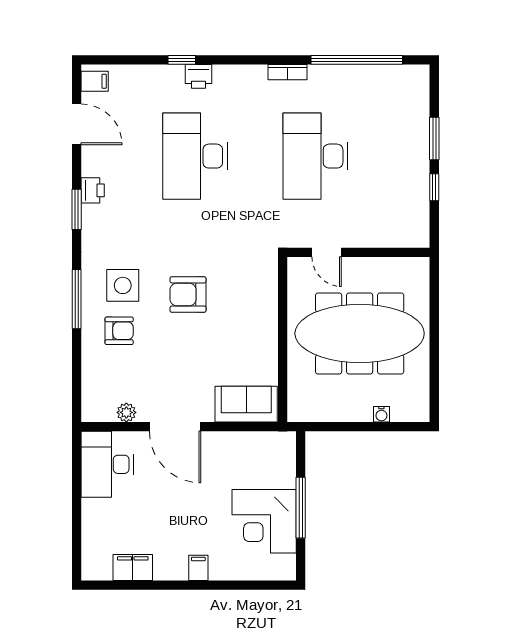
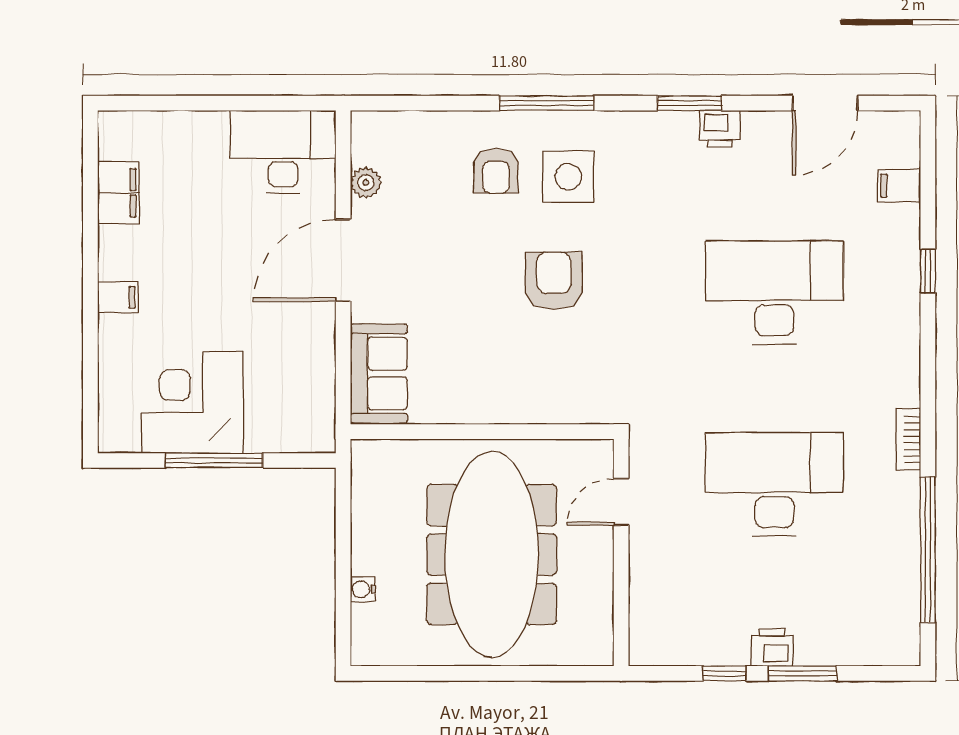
printer: (199, 76) -> (772, 647), moved, turned 90
filing cabinet: (95, 81) -> (899, 185), moved, turned 90

